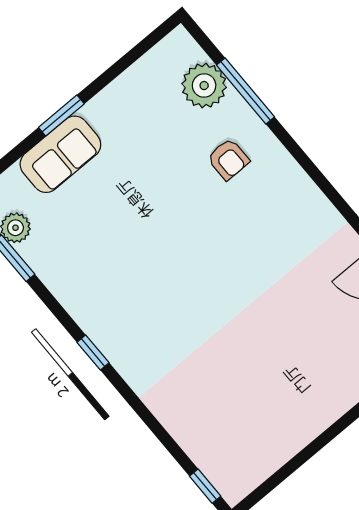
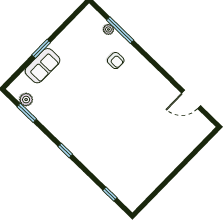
plant: (204, 86) -> (108, 29), width x0.53, depth x0.53
window: (205, 486) -> (110, 194), moved

